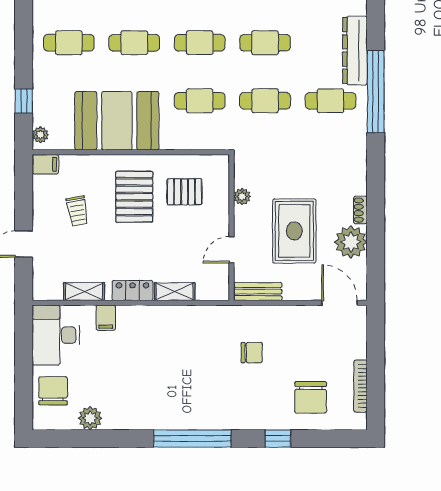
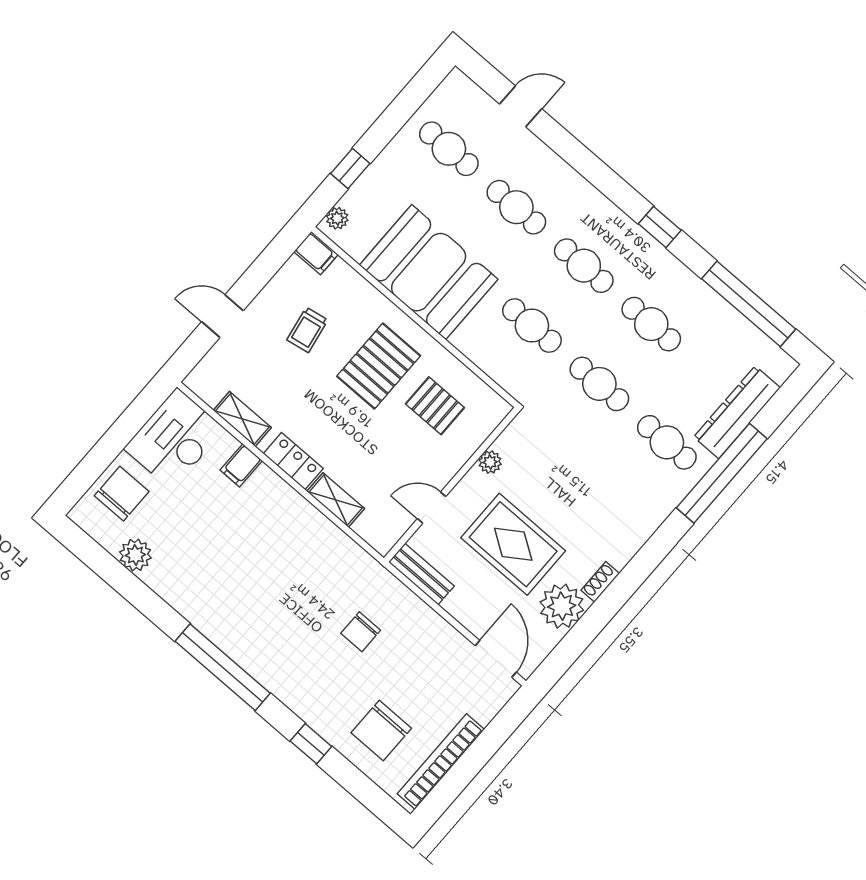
rug: (294, 231) -> (513, 544), turned 90
chair: (252, 353) -> (361, 632), turned 90
bookcase: (360, 386) -> (441, 761), width x1.48, depth x1.31

